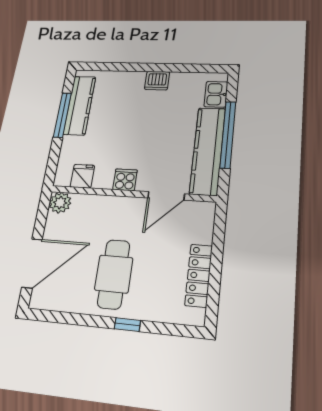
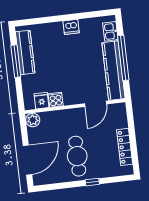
cooker: (125, 180) -> (56, 100), moved

